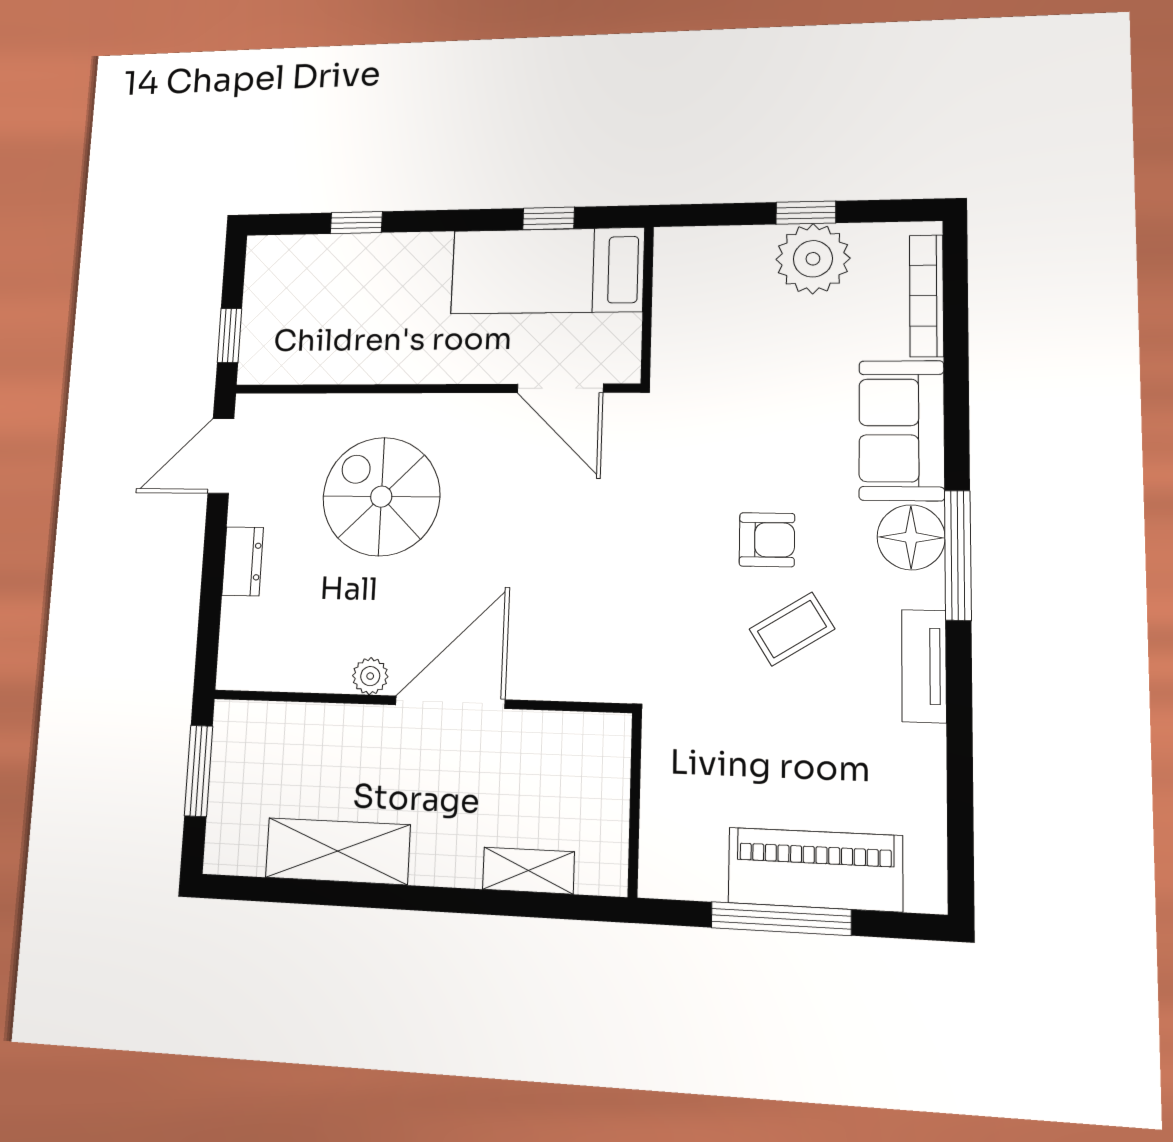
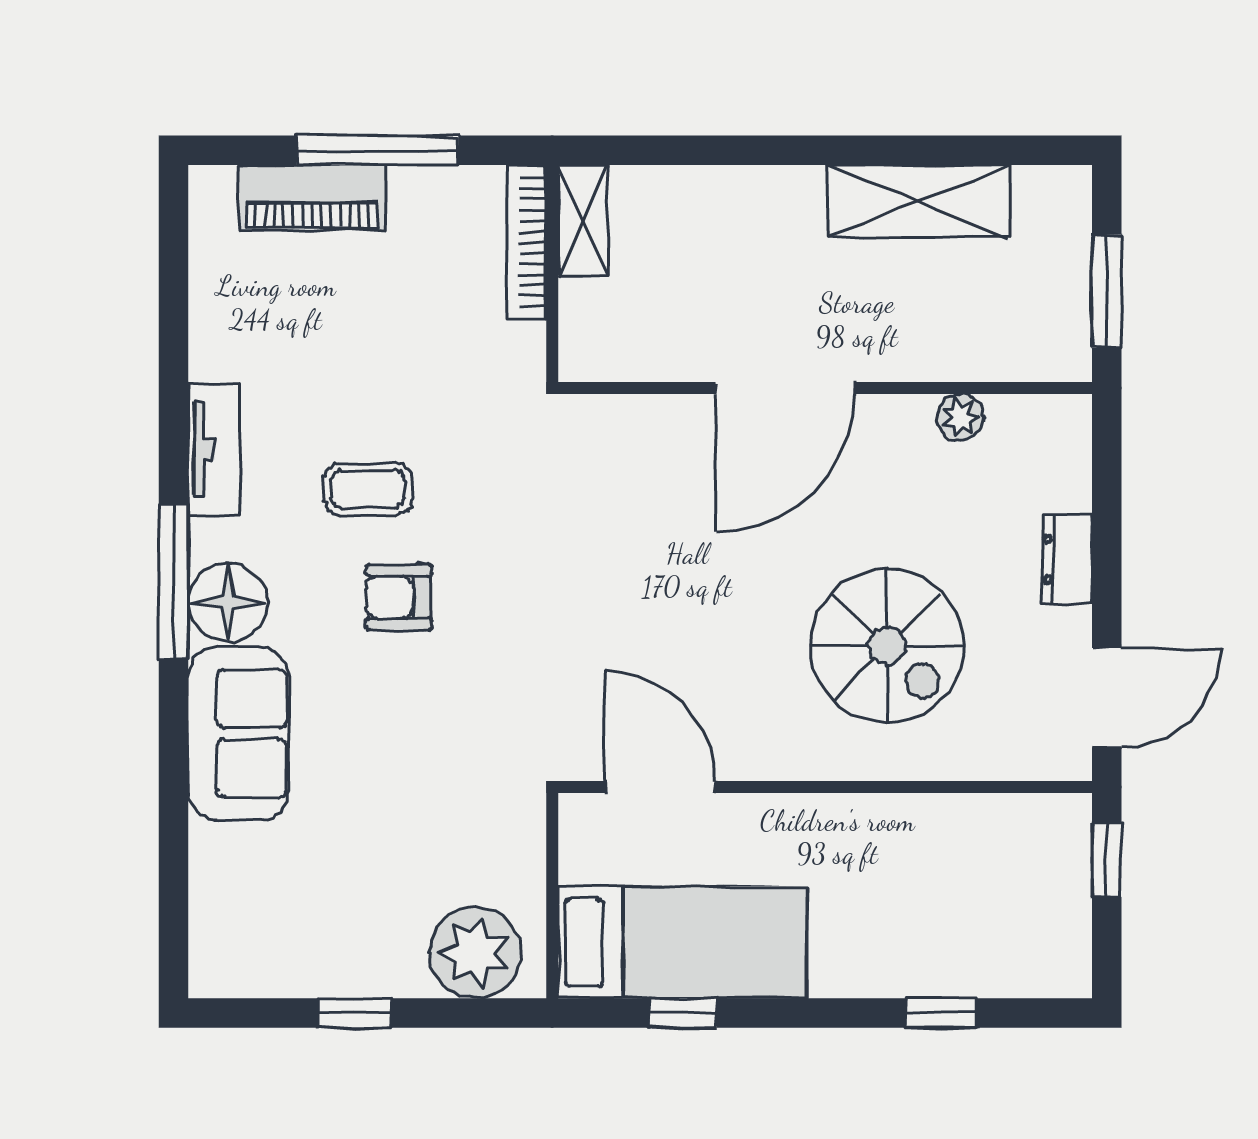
plant: (813, 259) -> (475, 953), moved
bookcase: (927, 296) -> (526, 242), moved, turned 180
coffee table: (792, 629) -> (368, 489), turned 32
plant: (370, 676) -> (960, 417), moved
piano: (815, 869) -> (312, 198), width x0.73, depth x0.75
shelving: (528, 871) -> (583, 220), moved, turned 90

